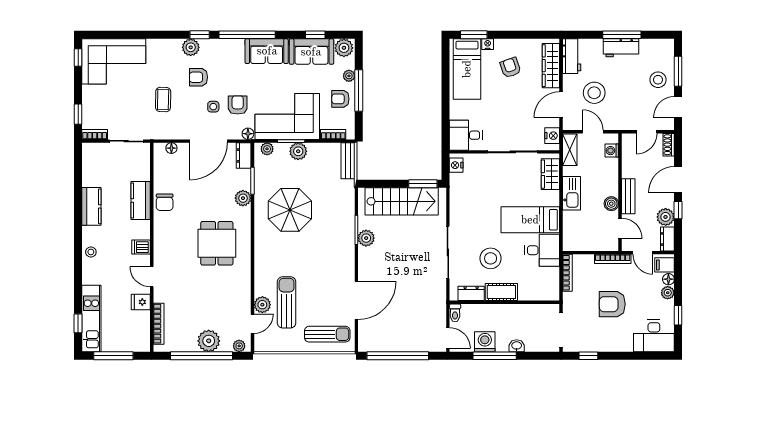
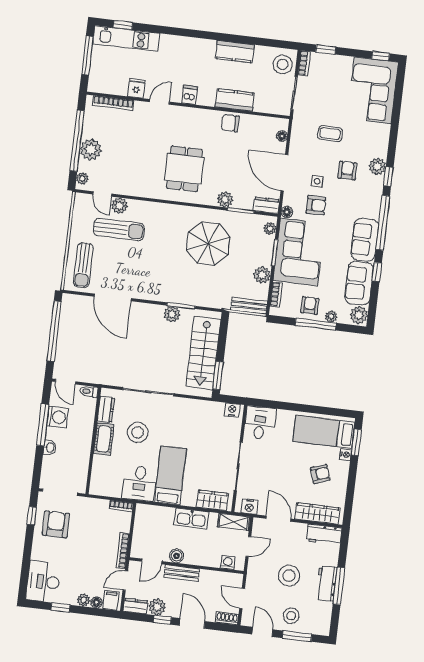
window: (315, 35) -> (377, 272), moved
stool: (594, 93) -> (289, 576), moved
plant: (298, 151) -> (262, 275), moved
dining table: (217, 243) -> (184, 169), turned 90
stool: (91, 252) -> (283, 64), moved, width x1.89, depth x1.89
bookcase: (567, 273) -> (121, 506), width x0.64
armchair: (612, 304) -> (56, 524), moved
door: (448, 338) -> (65, 382), hinge flipped

